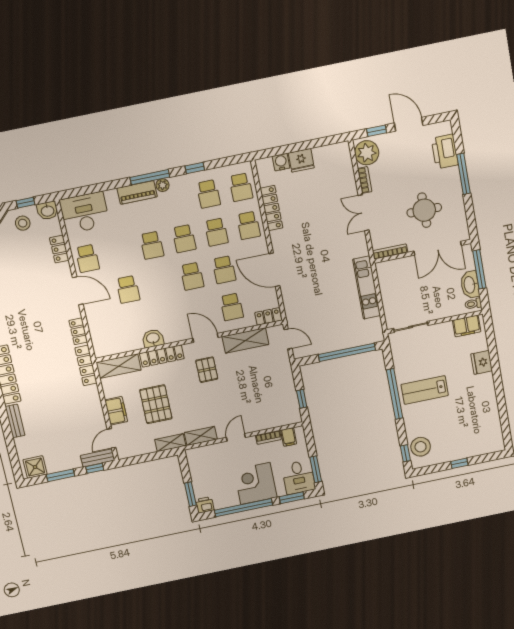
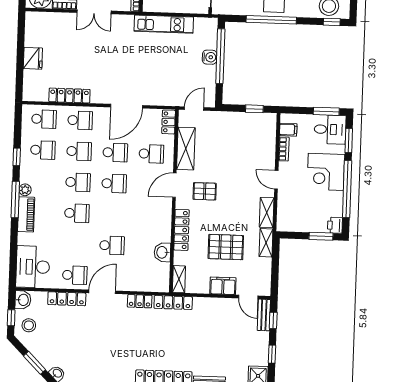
water cooler: (281, 162) -> (210, 57), moved, turned 180
locker: (59, 249) -> (67, 299), width x1.53
washbasin: (153, 338) -> (162, 252), moved
shelving: (119, 366) -> (179, 279), width x0.67, depth x0.75
window: (61, 475) -> (272, 354), width x0.67

